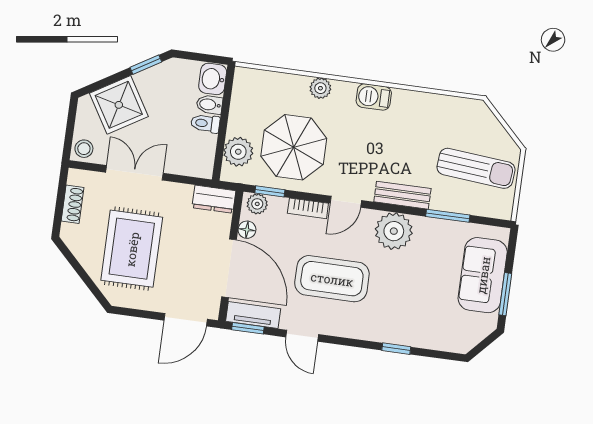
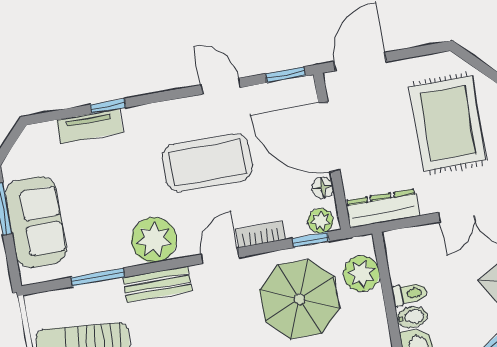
dresser: (214, 199) -> (383, 208), width x1.44
tv unit: (253, 315) -> (90, 126), moved

